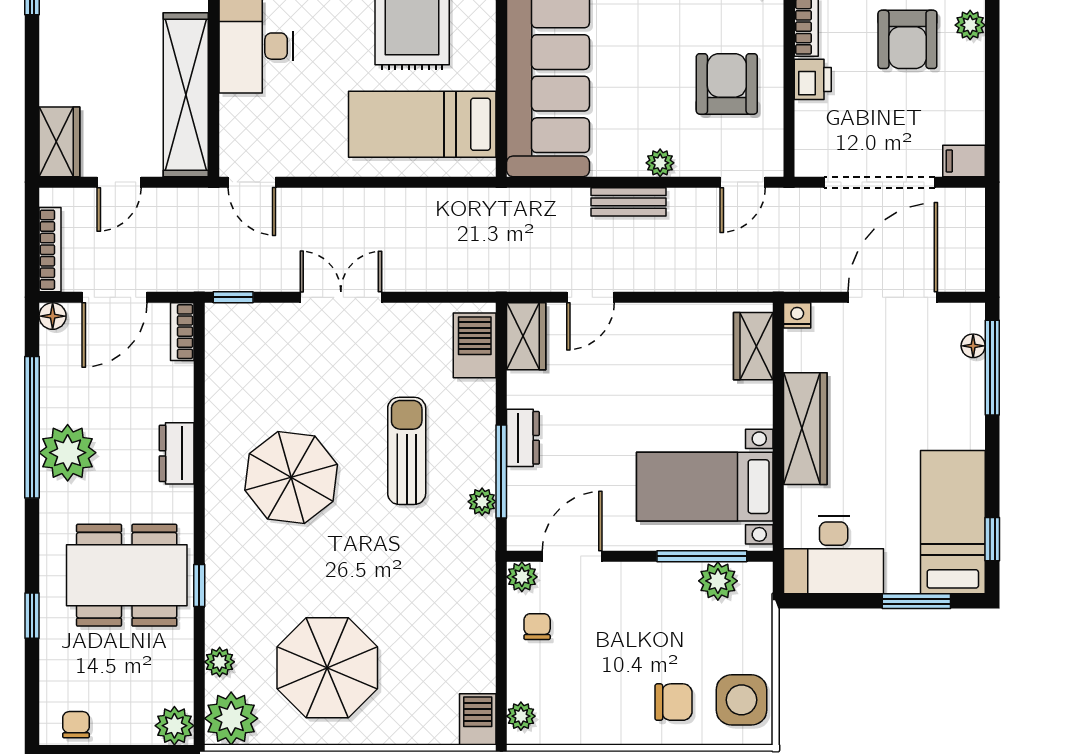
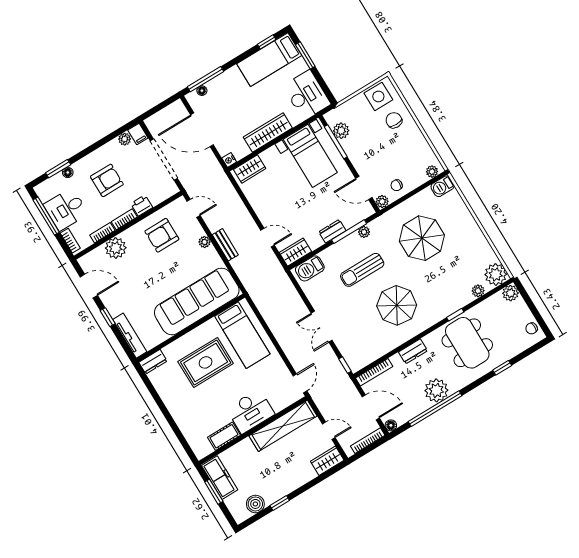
plant: (970, 25) -> (125, 139), moved
bookcase: (182, 332) -> (374, 372), width x1.56
parasol: (327, 668) -> (422, 238), moved

